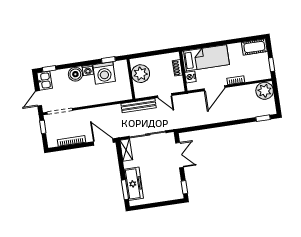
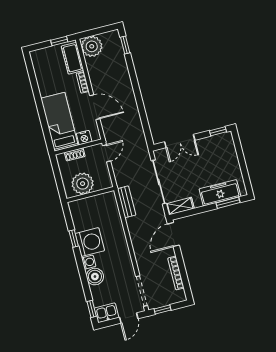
cot: (254, 47) -> (72, 58), moved
plant: (141, 74) -> (83, 184), moved
wall: (131, 79) -> (90, 195), moved
door: (165, 96) -> (107, 153), moved
door: (39, 98) -> (129, 318), hinge flipped
bench: (139, 106) -> (127, 202), width x0.73
double door: (180, 155) -> (180, 141), swing flipped

